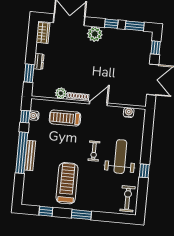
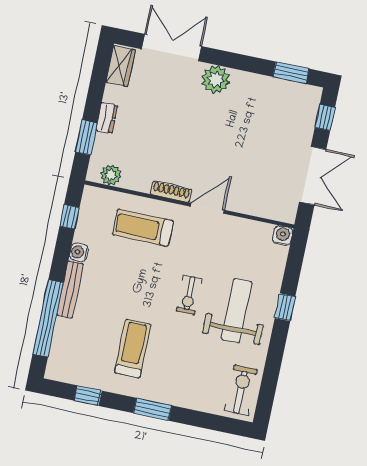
window: (111, 24) -> (248, 64), removed
plant: (61, 93) -> (111, 175), moved
water cooler: (129, 112) -> (283, 236), moved
water cooler: (34, 116) -> (79, 252), moved
window: (22, 153) -> (48, 318), moved
window: (144, 171) -> (285, 307), moved
treadmill: (67, 183) -> (133, 348), width x0.73, depth x0.73

